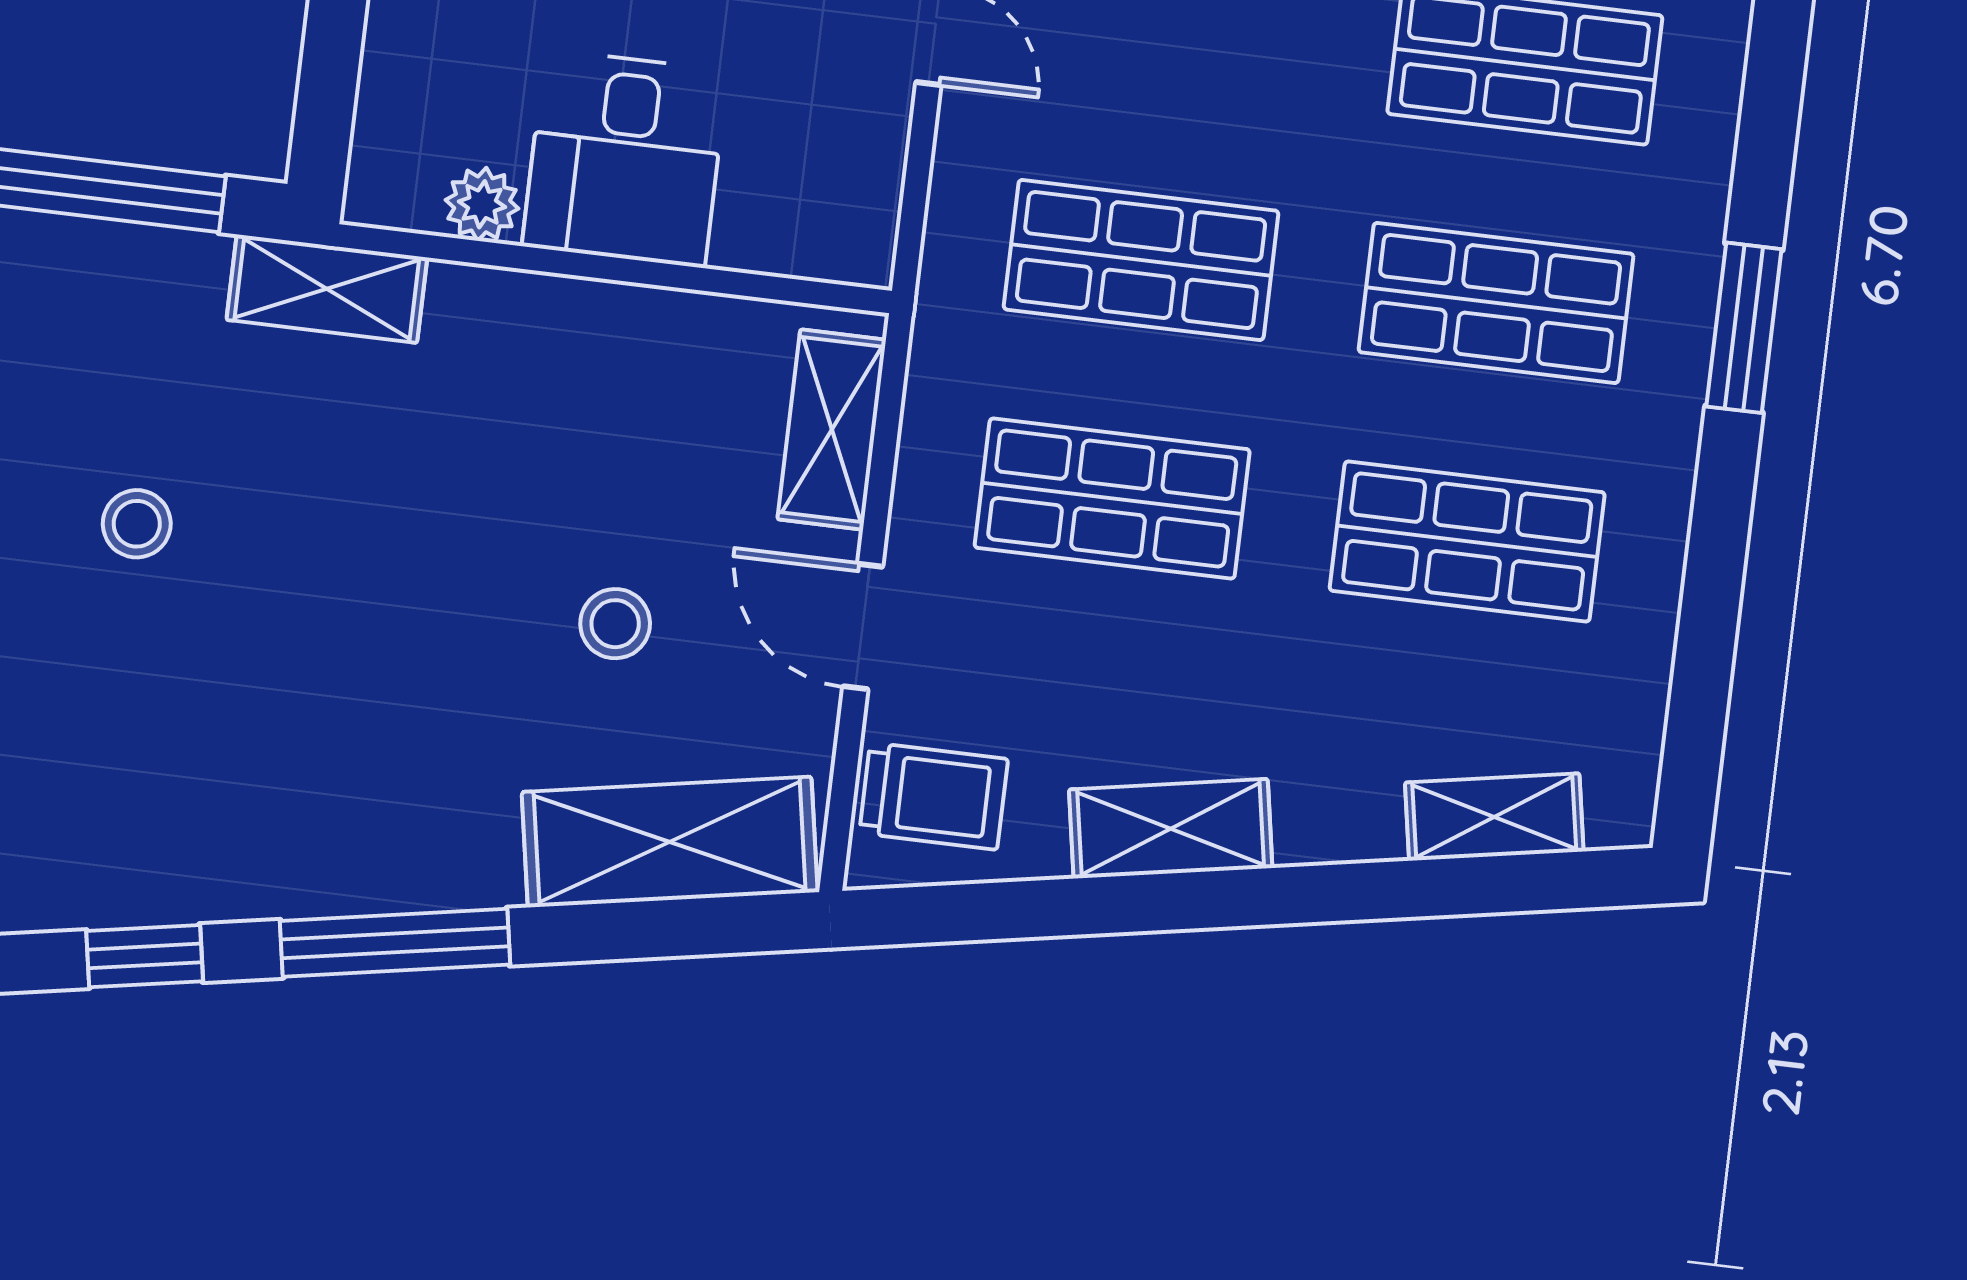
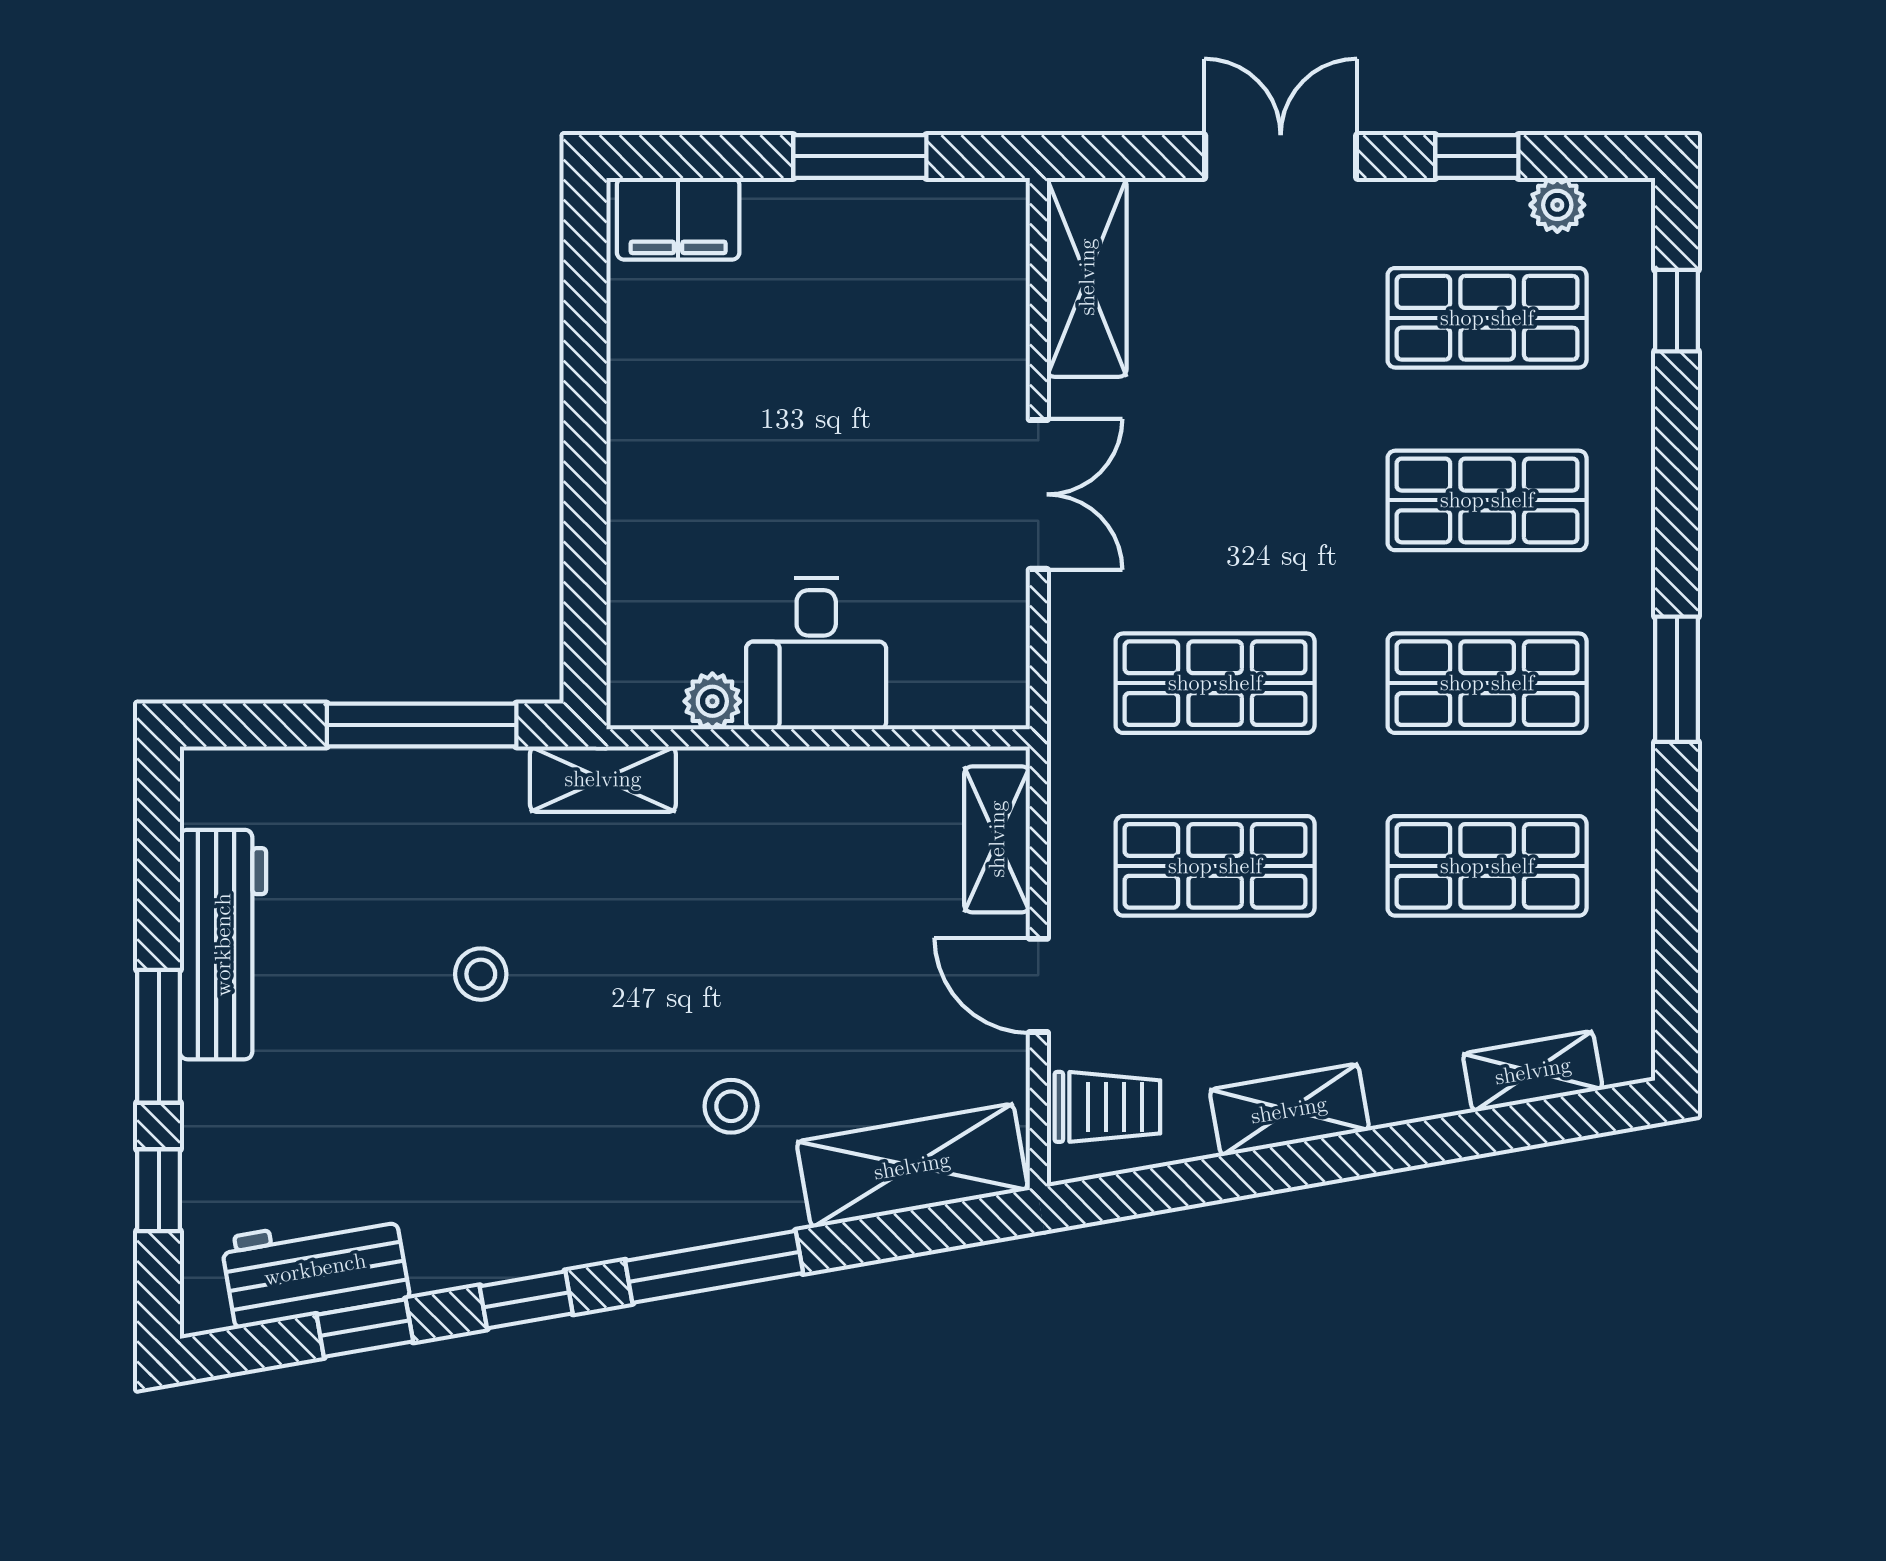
stool: (615, 624) -> (731, 1106), moved

